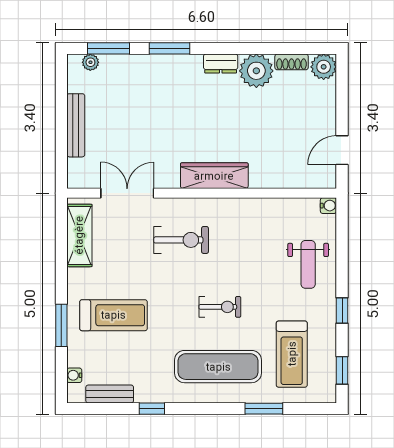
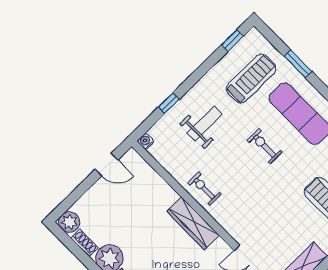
exercise bike: (181, 240) -> (204, 189), moved, width x0.73, depth x0.72
weight bench: (308, 264) -> (205, 124), moved
window: (342, 310) -> (169, 103), moved

